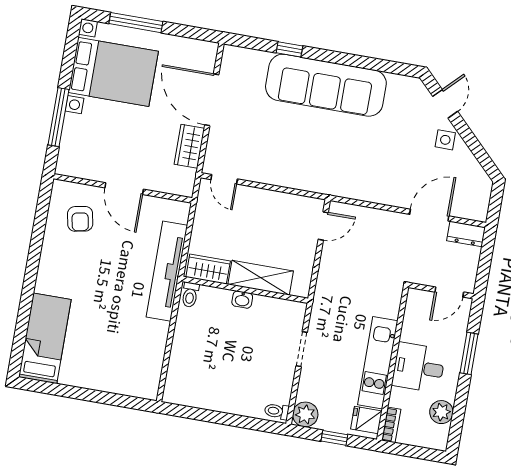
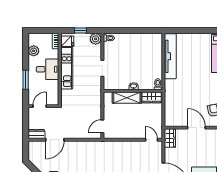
wardrobe: (189, 146) -> (170, 138), moved
tv unit: (167, 271) -> (170, 56), moved

